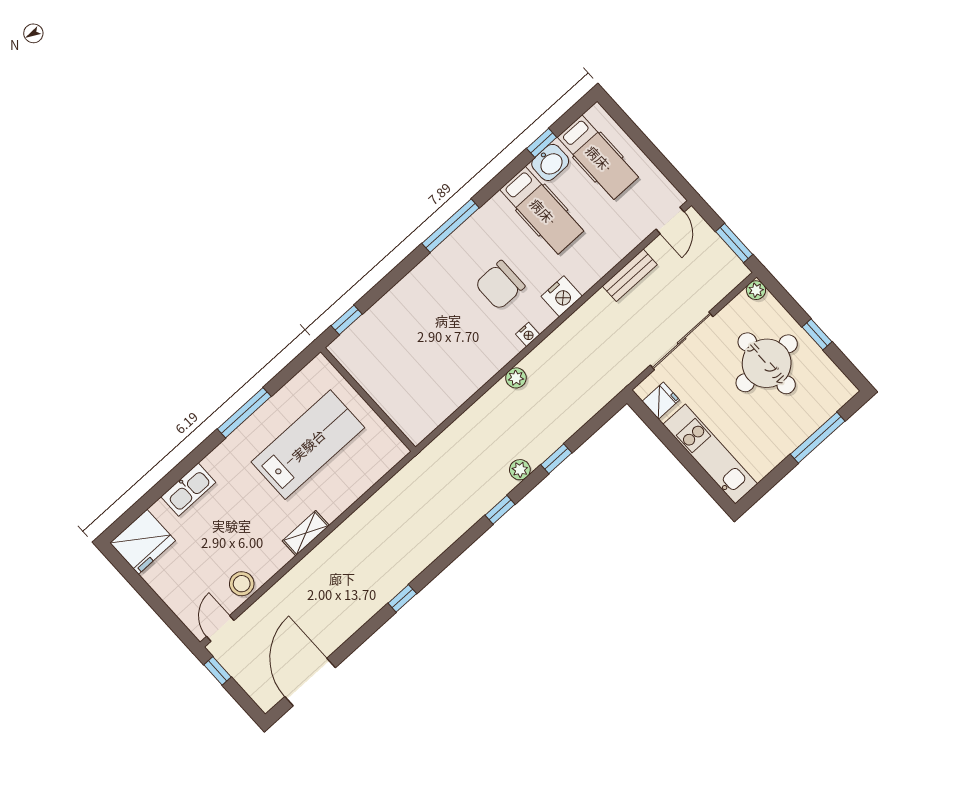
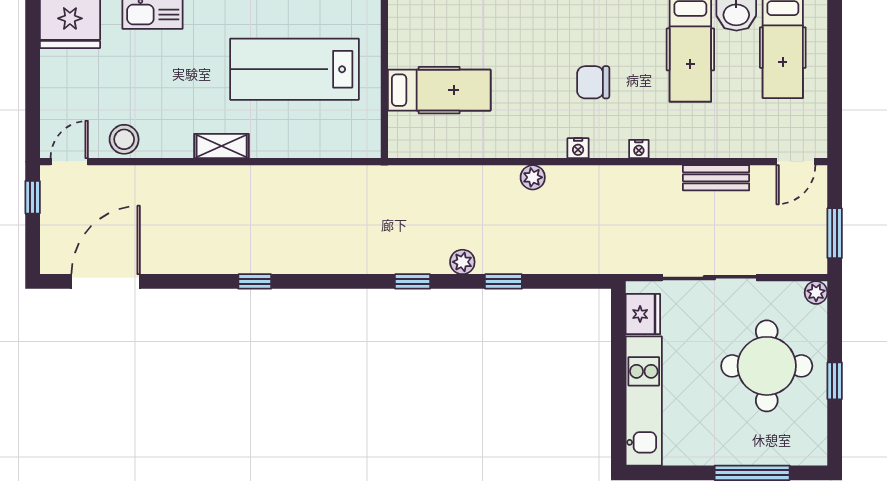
chair: (500, 285) -> (593, 82), width x0.73, depth x0.73
nightstand: (562, 296) -> (639, 149), width x0.53, depth x0.56
hospital bed: (409, 376) -> (439, 90), added
fridge: (661, 401) -> (643, 314), width x1.38
lab bench: (308, 445) -> (294, 69), turned 180

